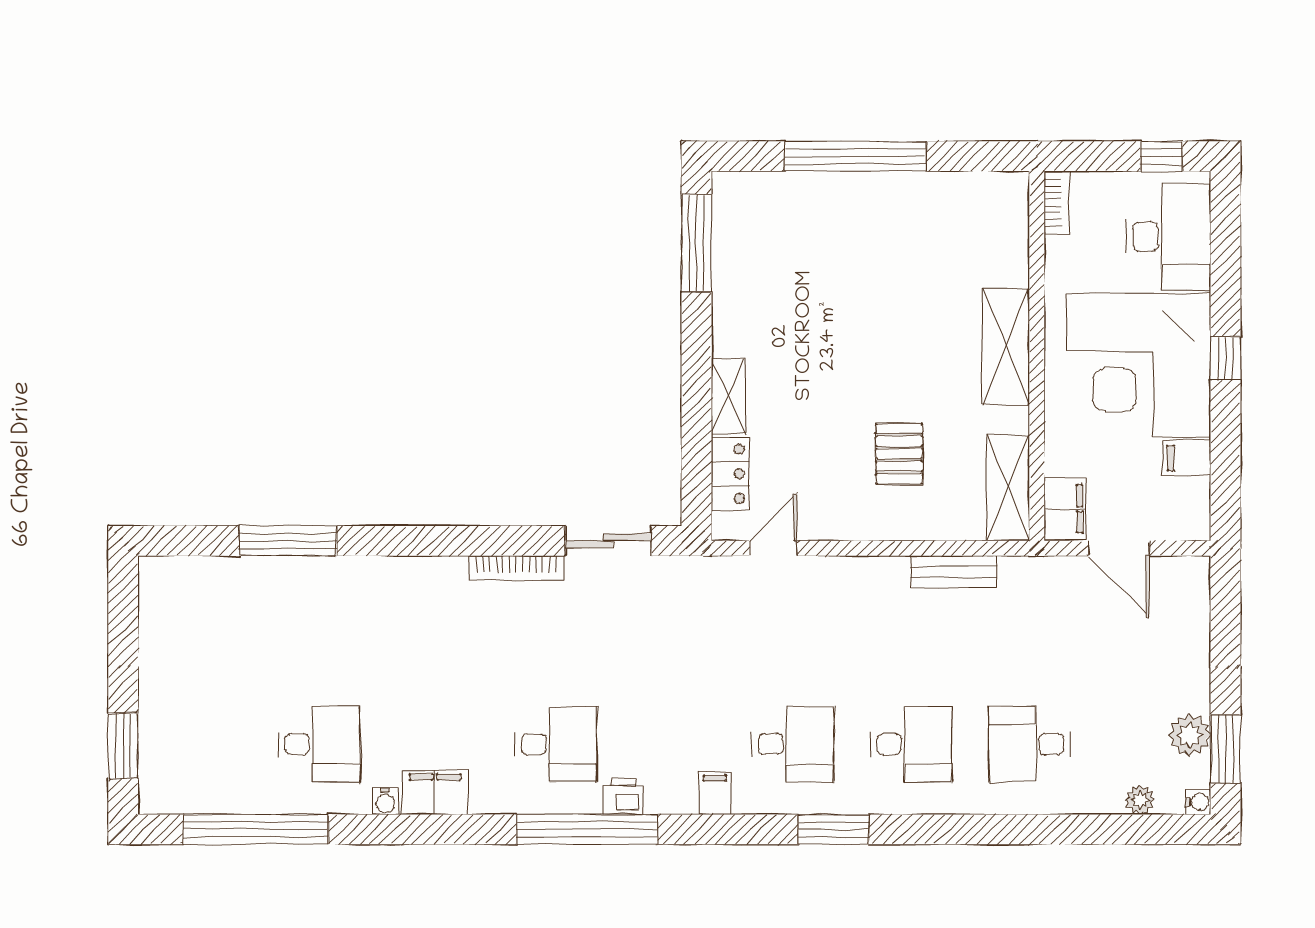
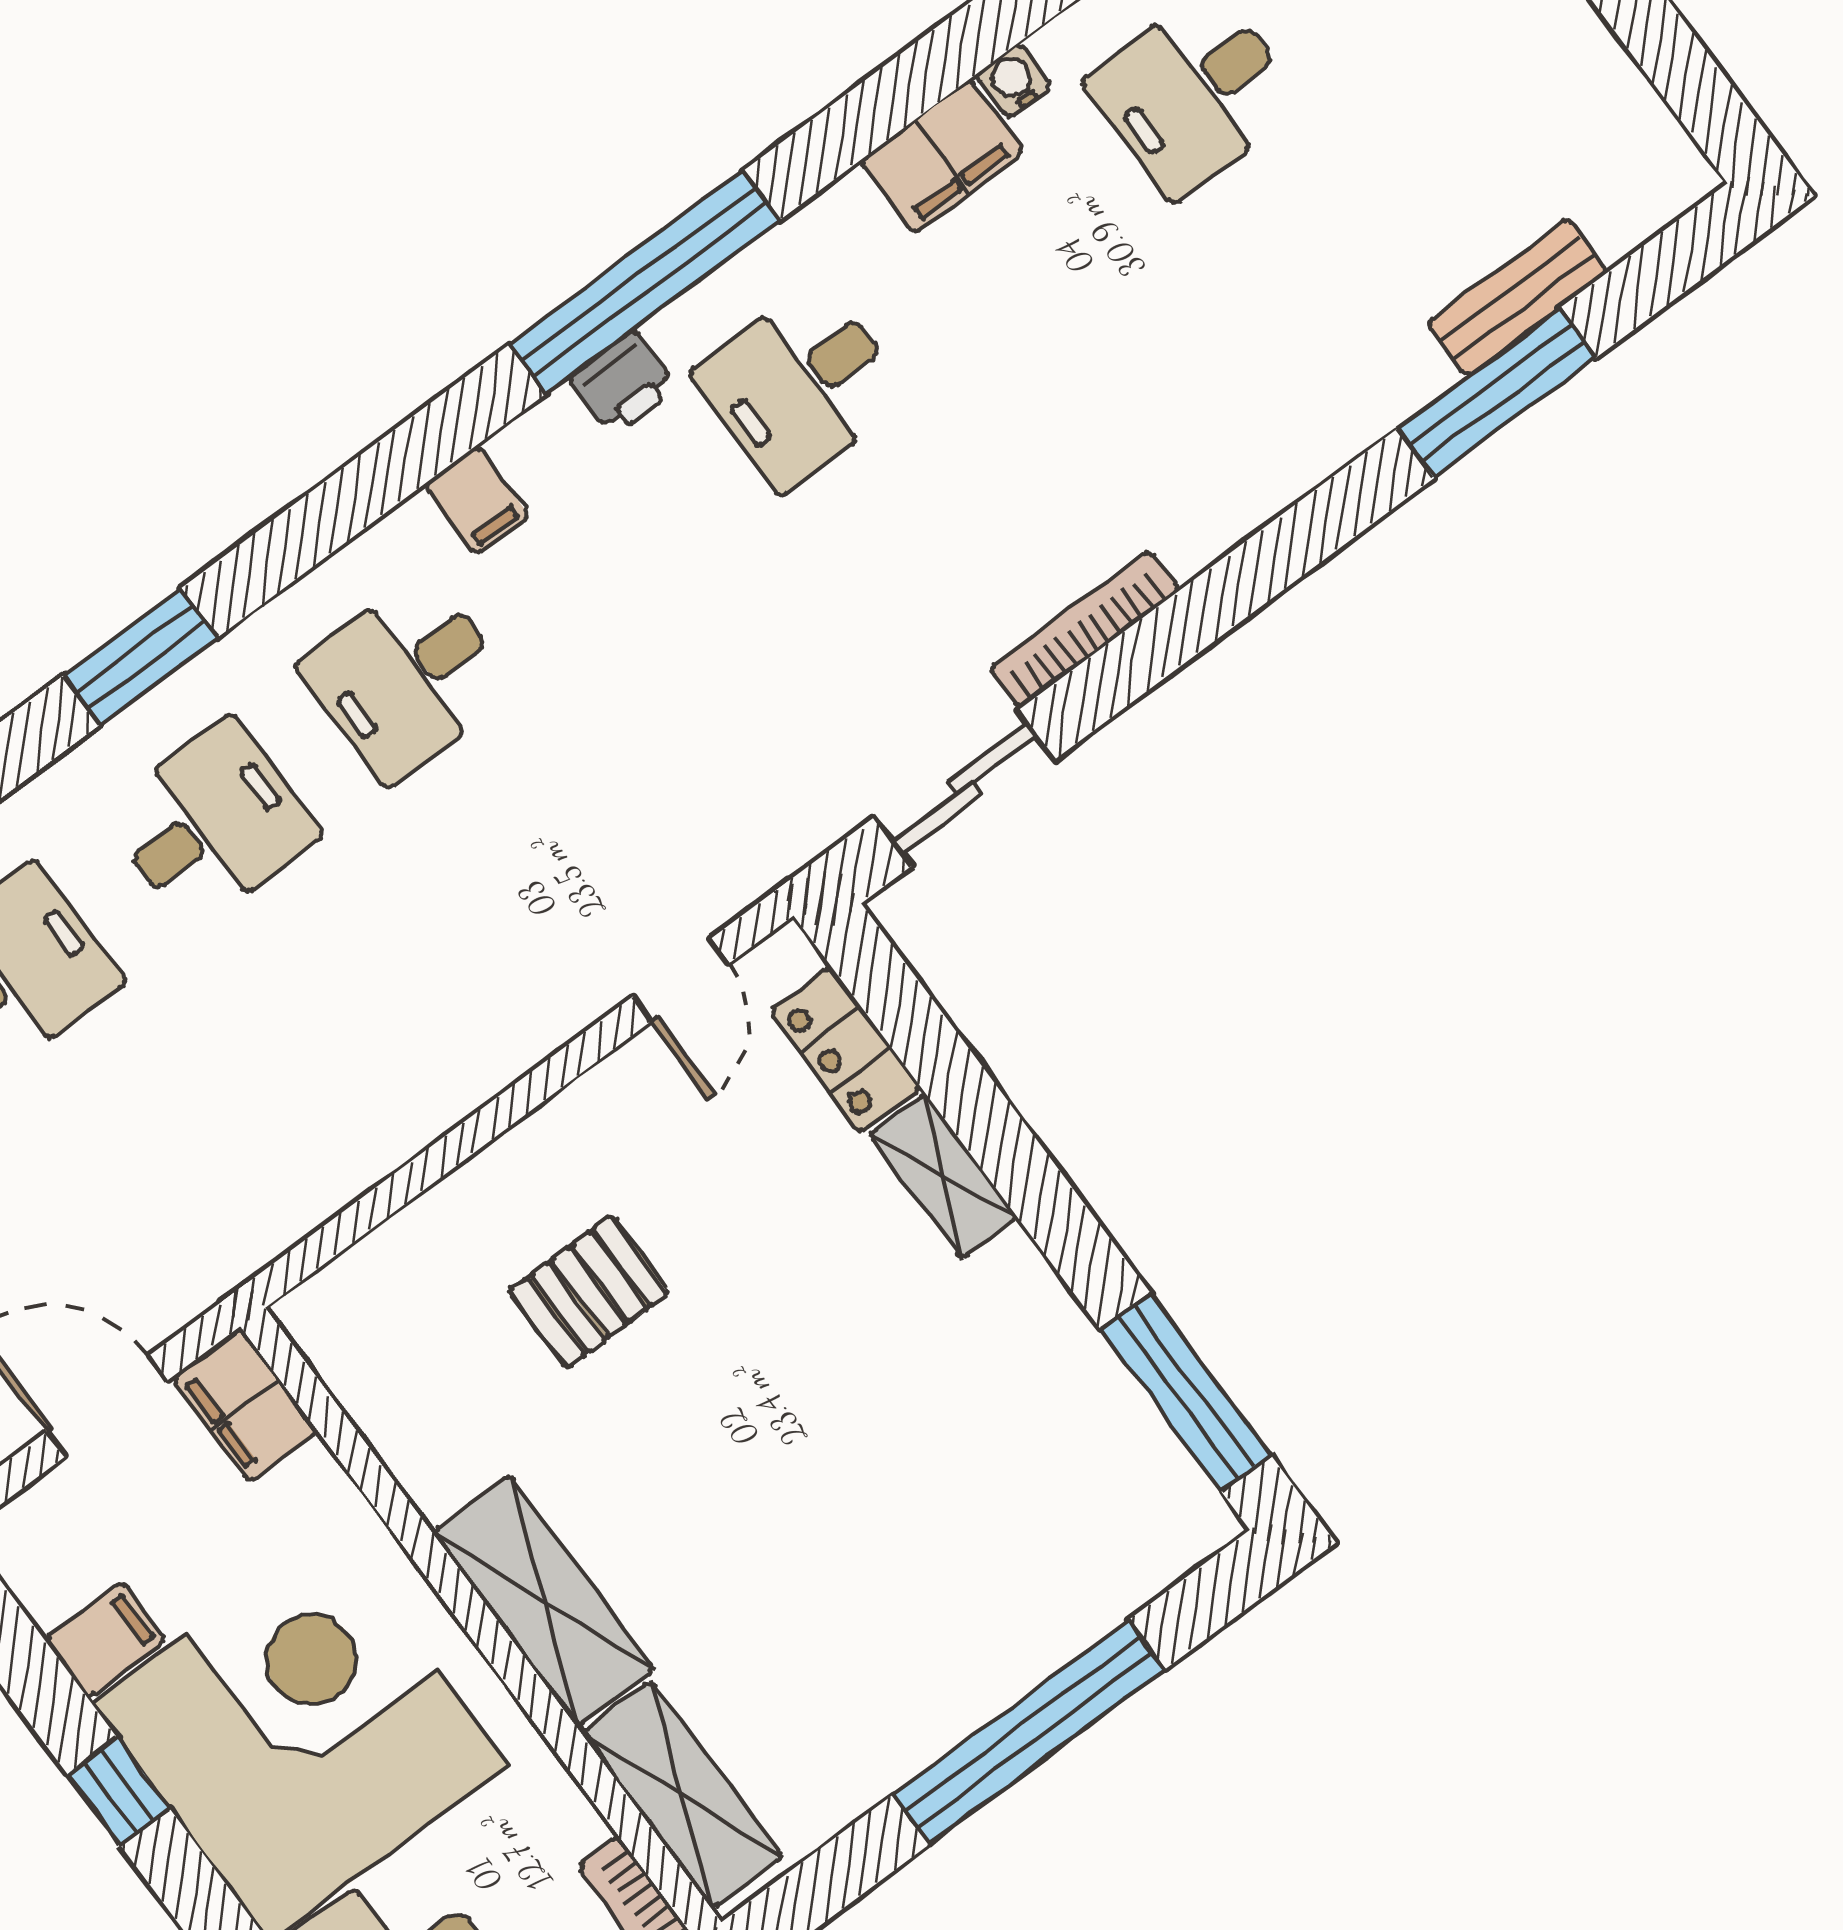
window: (1225, 358) -> (119, 1791), moved
pallet: (899, 454) -> (589, 1292), turned 90
shelving: (1008, 488) -> (682, 1795), moved
bench: (954, 572) -> (1517, 297), moved
desk: (911, 744) -> (210, 824), turned 180
window: (834, 829) -> (141, 657), moved

